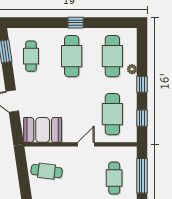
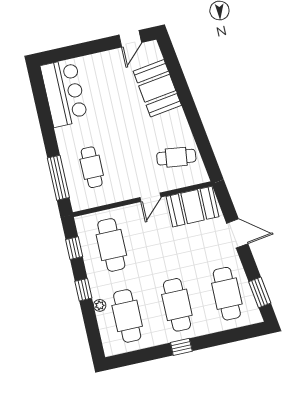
cafe table: (31, 56) -> (227, 294), width x1.37, depth x1.35
door: (86, 144) -> (150, 197), moved

